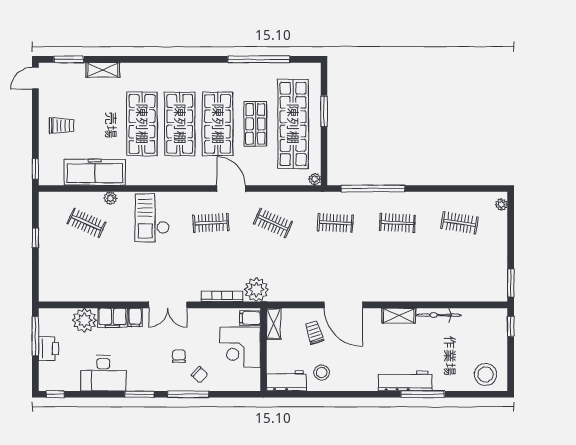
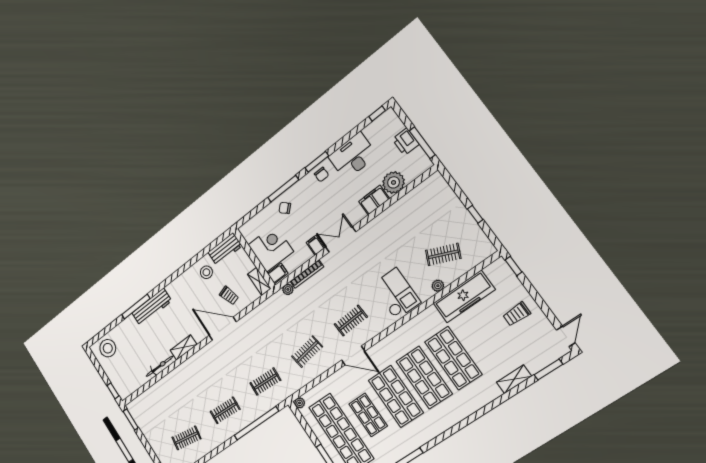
clothes rail: (273, 223) -> (307, 352), turned -33
plant: (256, 290) -> (288, 289), width x0.53, depth x0.53
filing cabinet: (135, 317) -> (315, 245), moved
chair: (179, 356) -> (322, 175), moved

